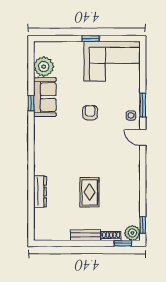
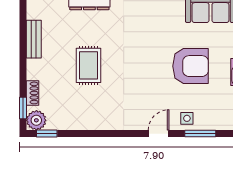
armchair: (90, 113) -> (191, 66), width x1.88, depth x1.88
rug: (90, 192) -> (89, 65), turned 90
bench: (85, 235) -> (34, 39), moved

